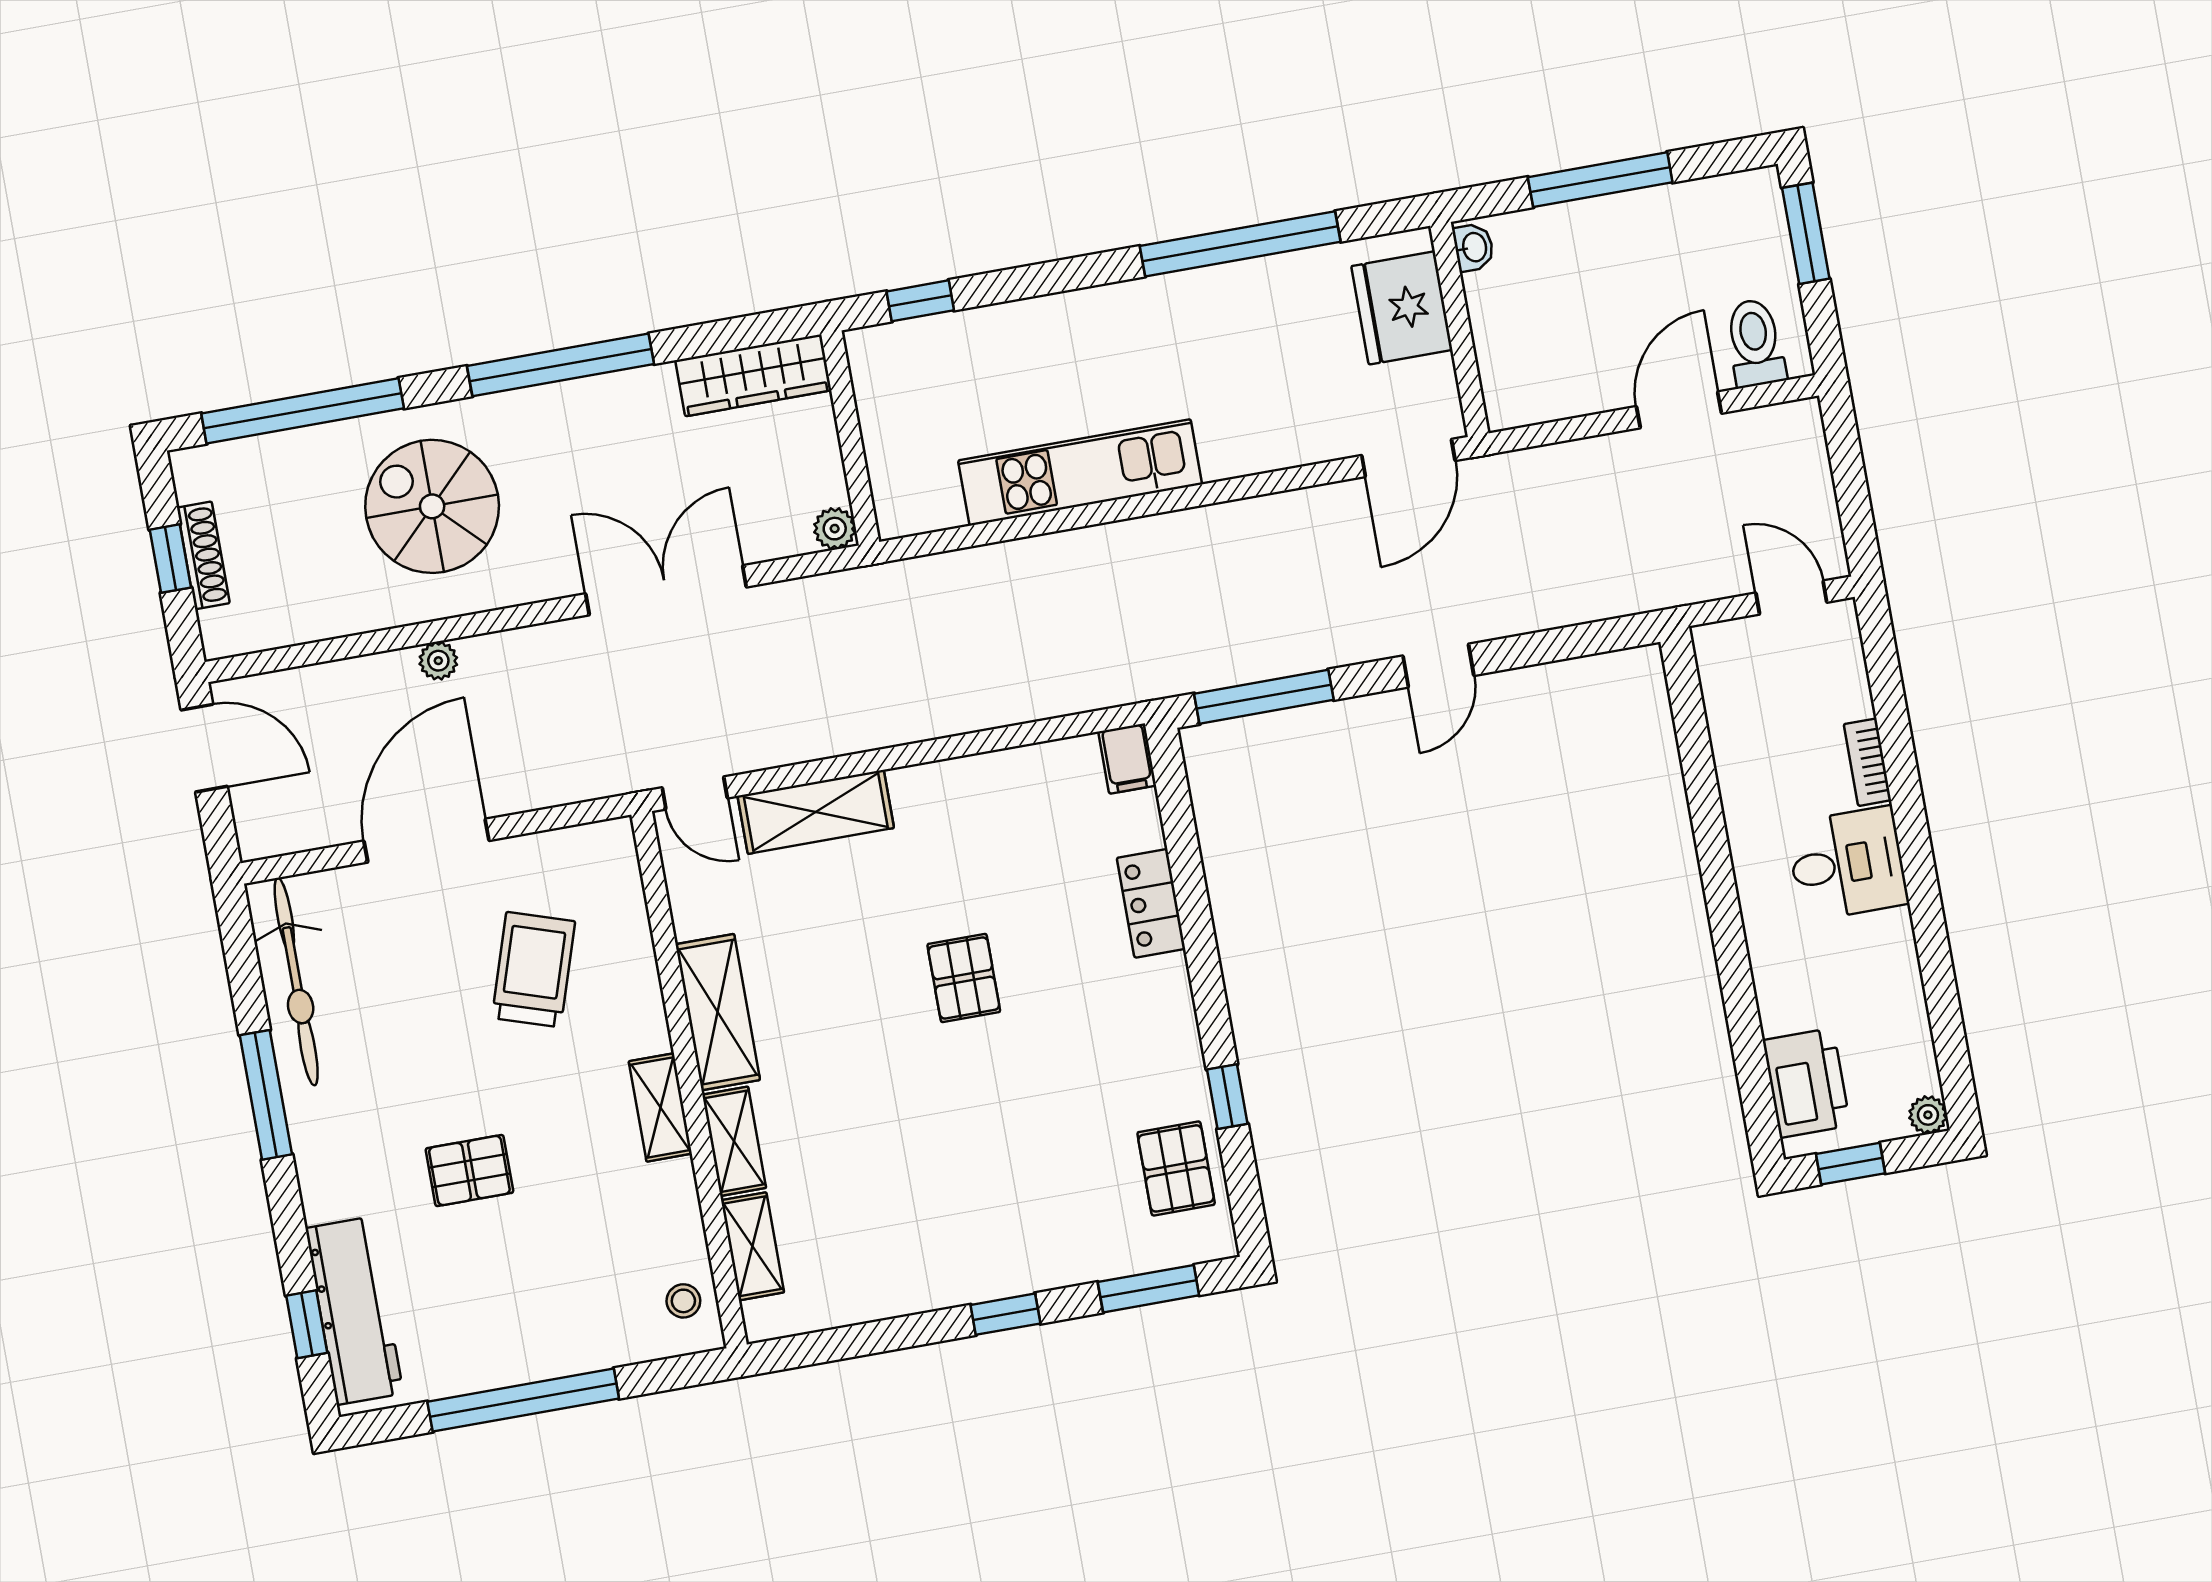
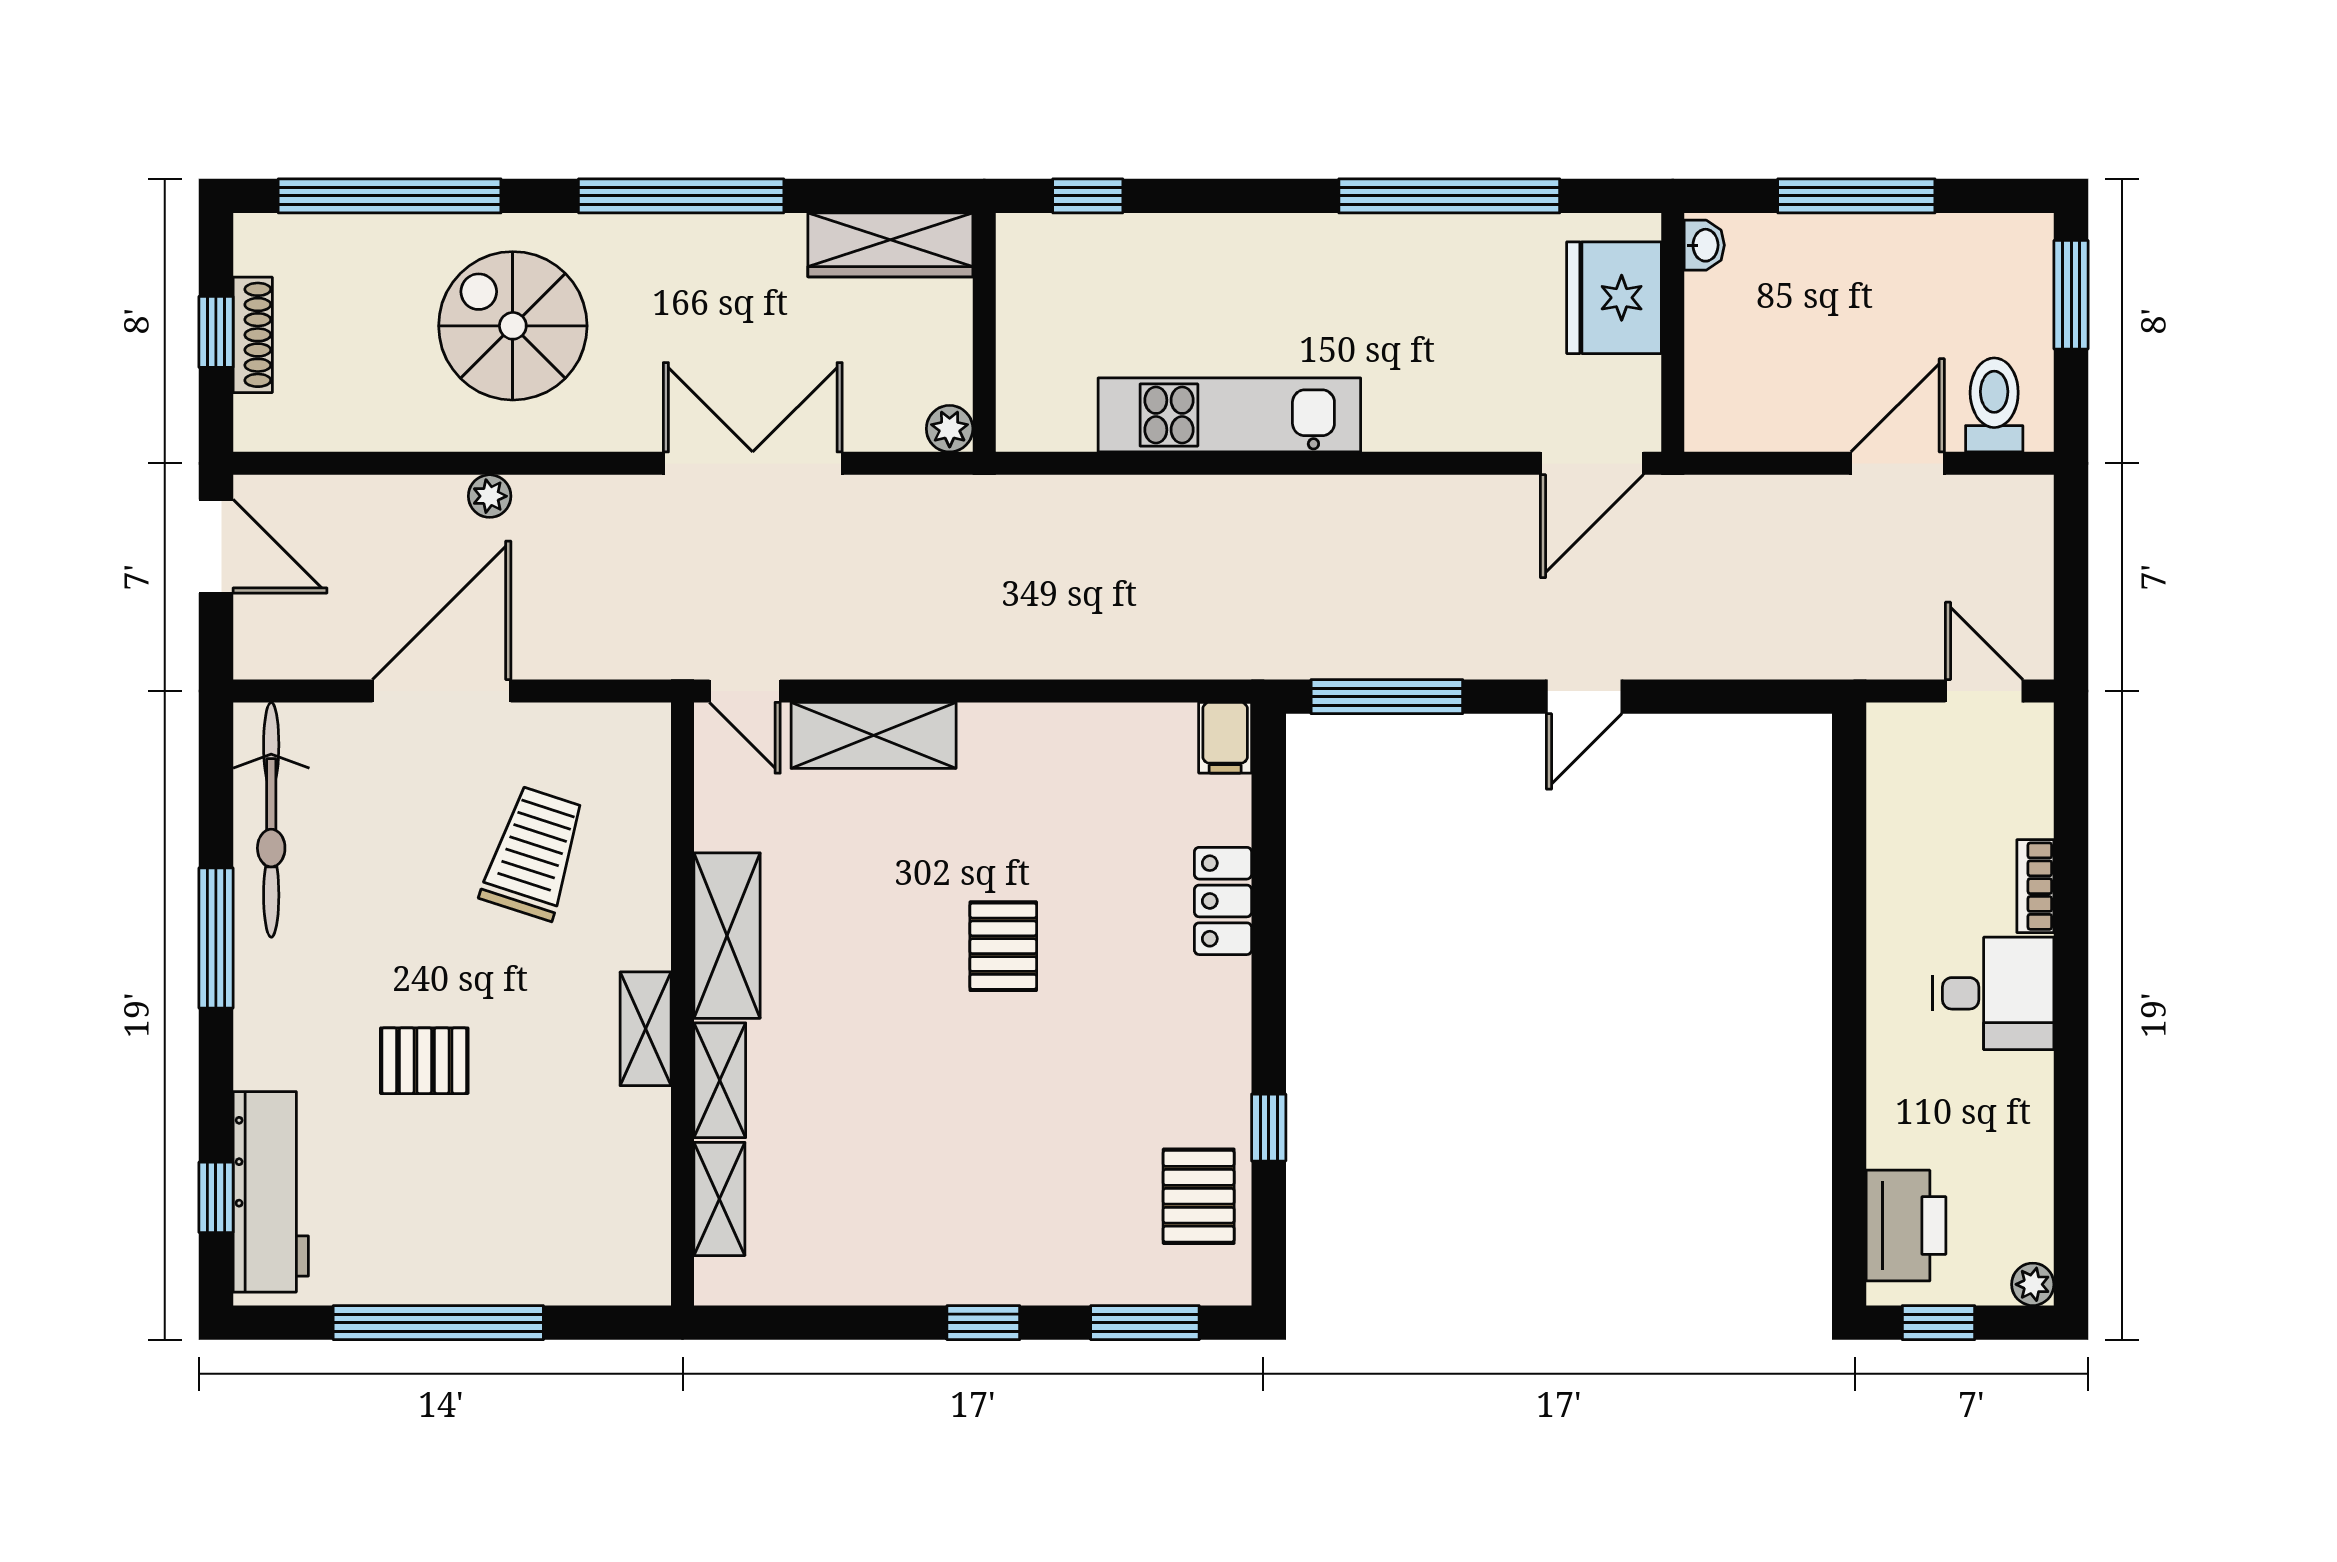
stool: (683, 1301) -> (633, 1245), removed

